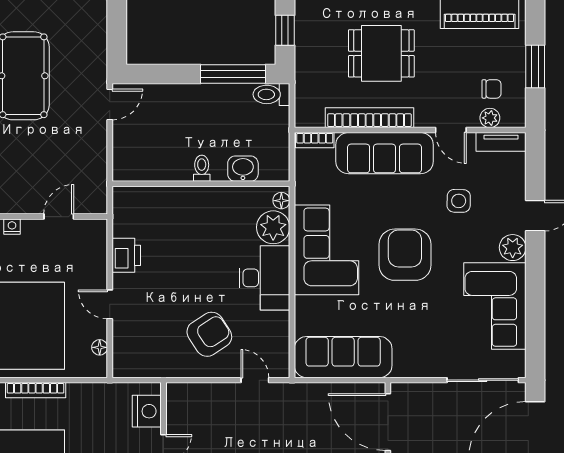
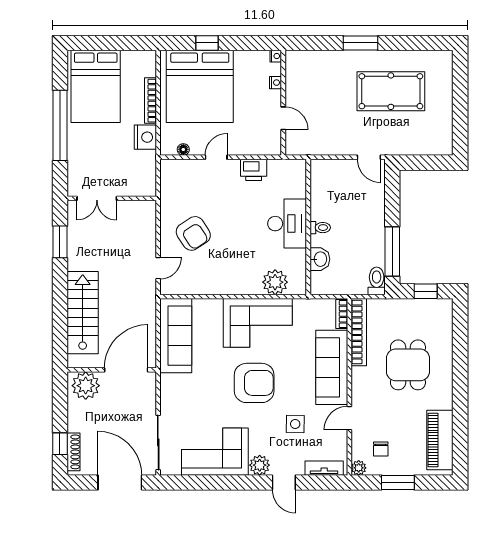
bookcase: (369, 118) -> (359, 332), moved
plant: (490, 118) -> (359, 468), moved
tv unit: (501, 142) -> (324, 468), moved, turned 90
floor lamp: (281, 201) -> (295, 288), removed
desk: (264, 278) -> (287, 224), moved, turned -90
nightstand: (147, 411) -> (145, 137), moved, turned -90

